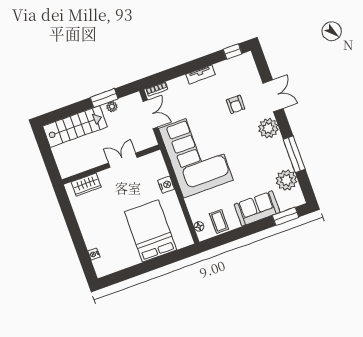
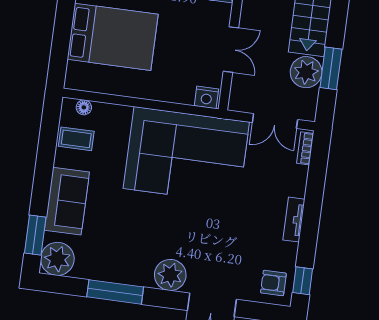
armchair: (236, 104) -> (273, 283), moved
plant: (112, 107) -> (306, 72), width x1.88, depth x1.88
plant: (286, 180) -> (57, 259), moved
nightstand: (166, 185) -> (206, 97), moved

